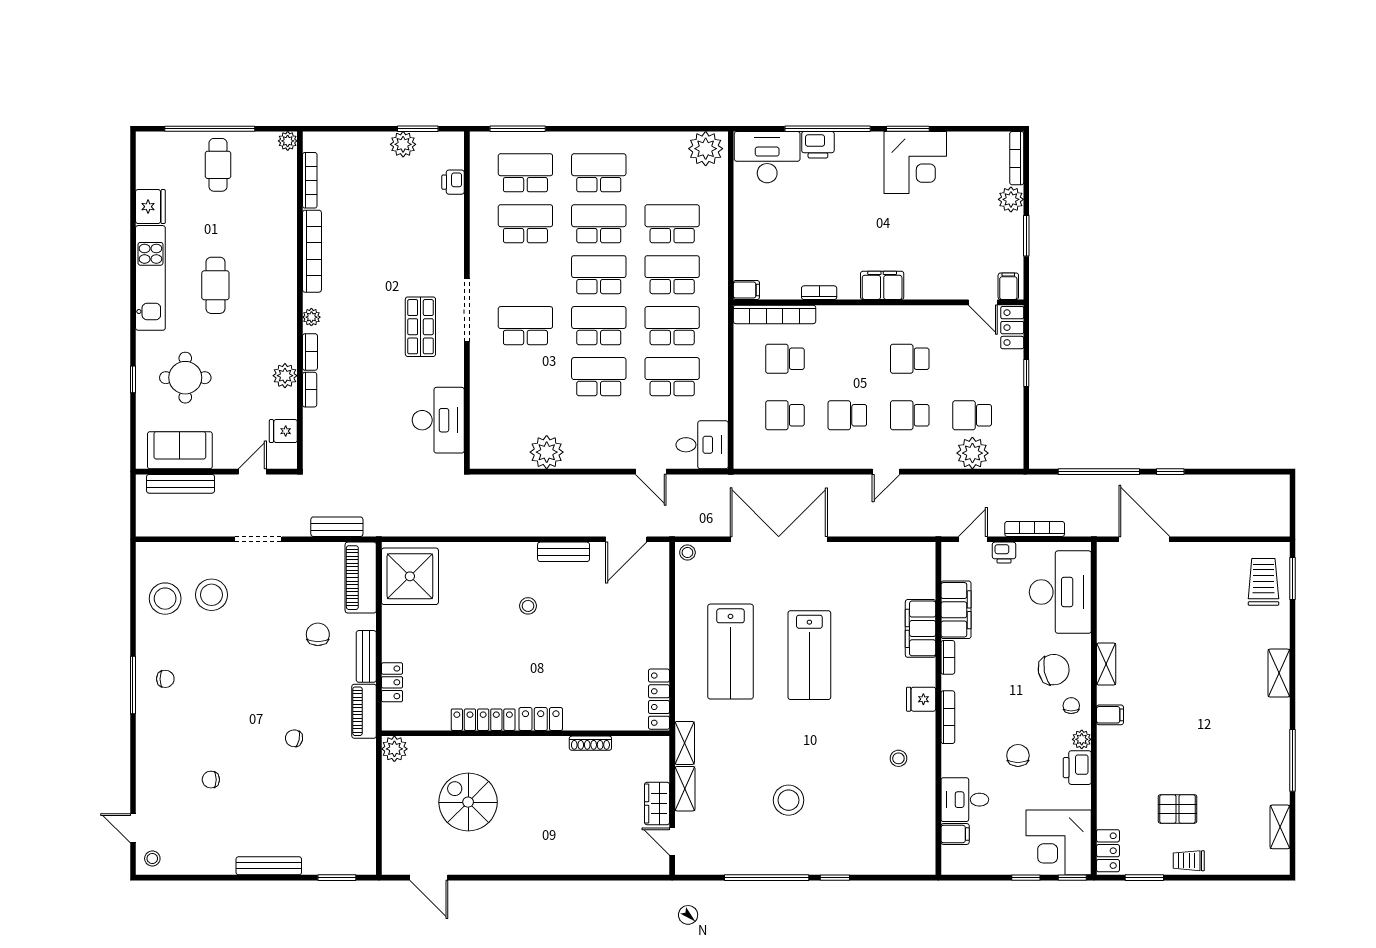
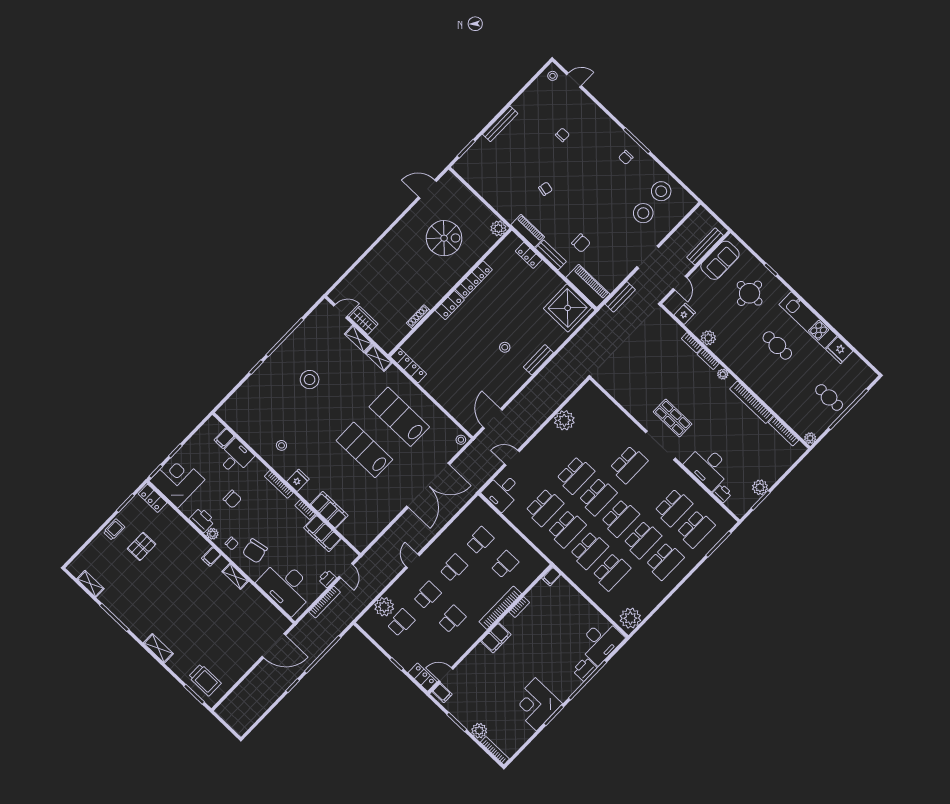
bookcase: (775, 314) -> (500, 608), moved
desk: (438, 420) -> (708, 467), moved
bench: (564, 552) -> (538, 360), moved

